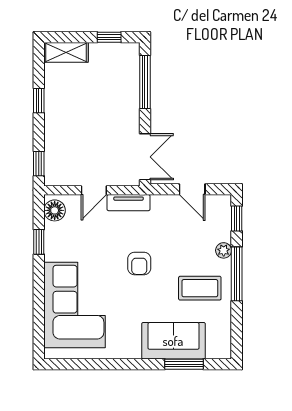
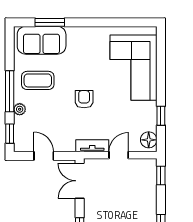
sofa: (173, 341) -> (42, 40), moved

